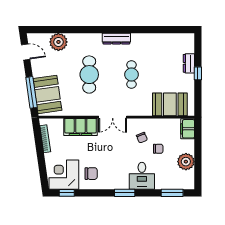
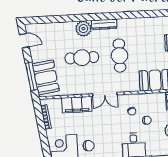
plant: (58, 42) -> (83, 29), moved
cafe table: (89, 75) -> (82, 58), turned 90
cafe table: (131, 75) -> (119, 56), width x1.37, depth x1.35

